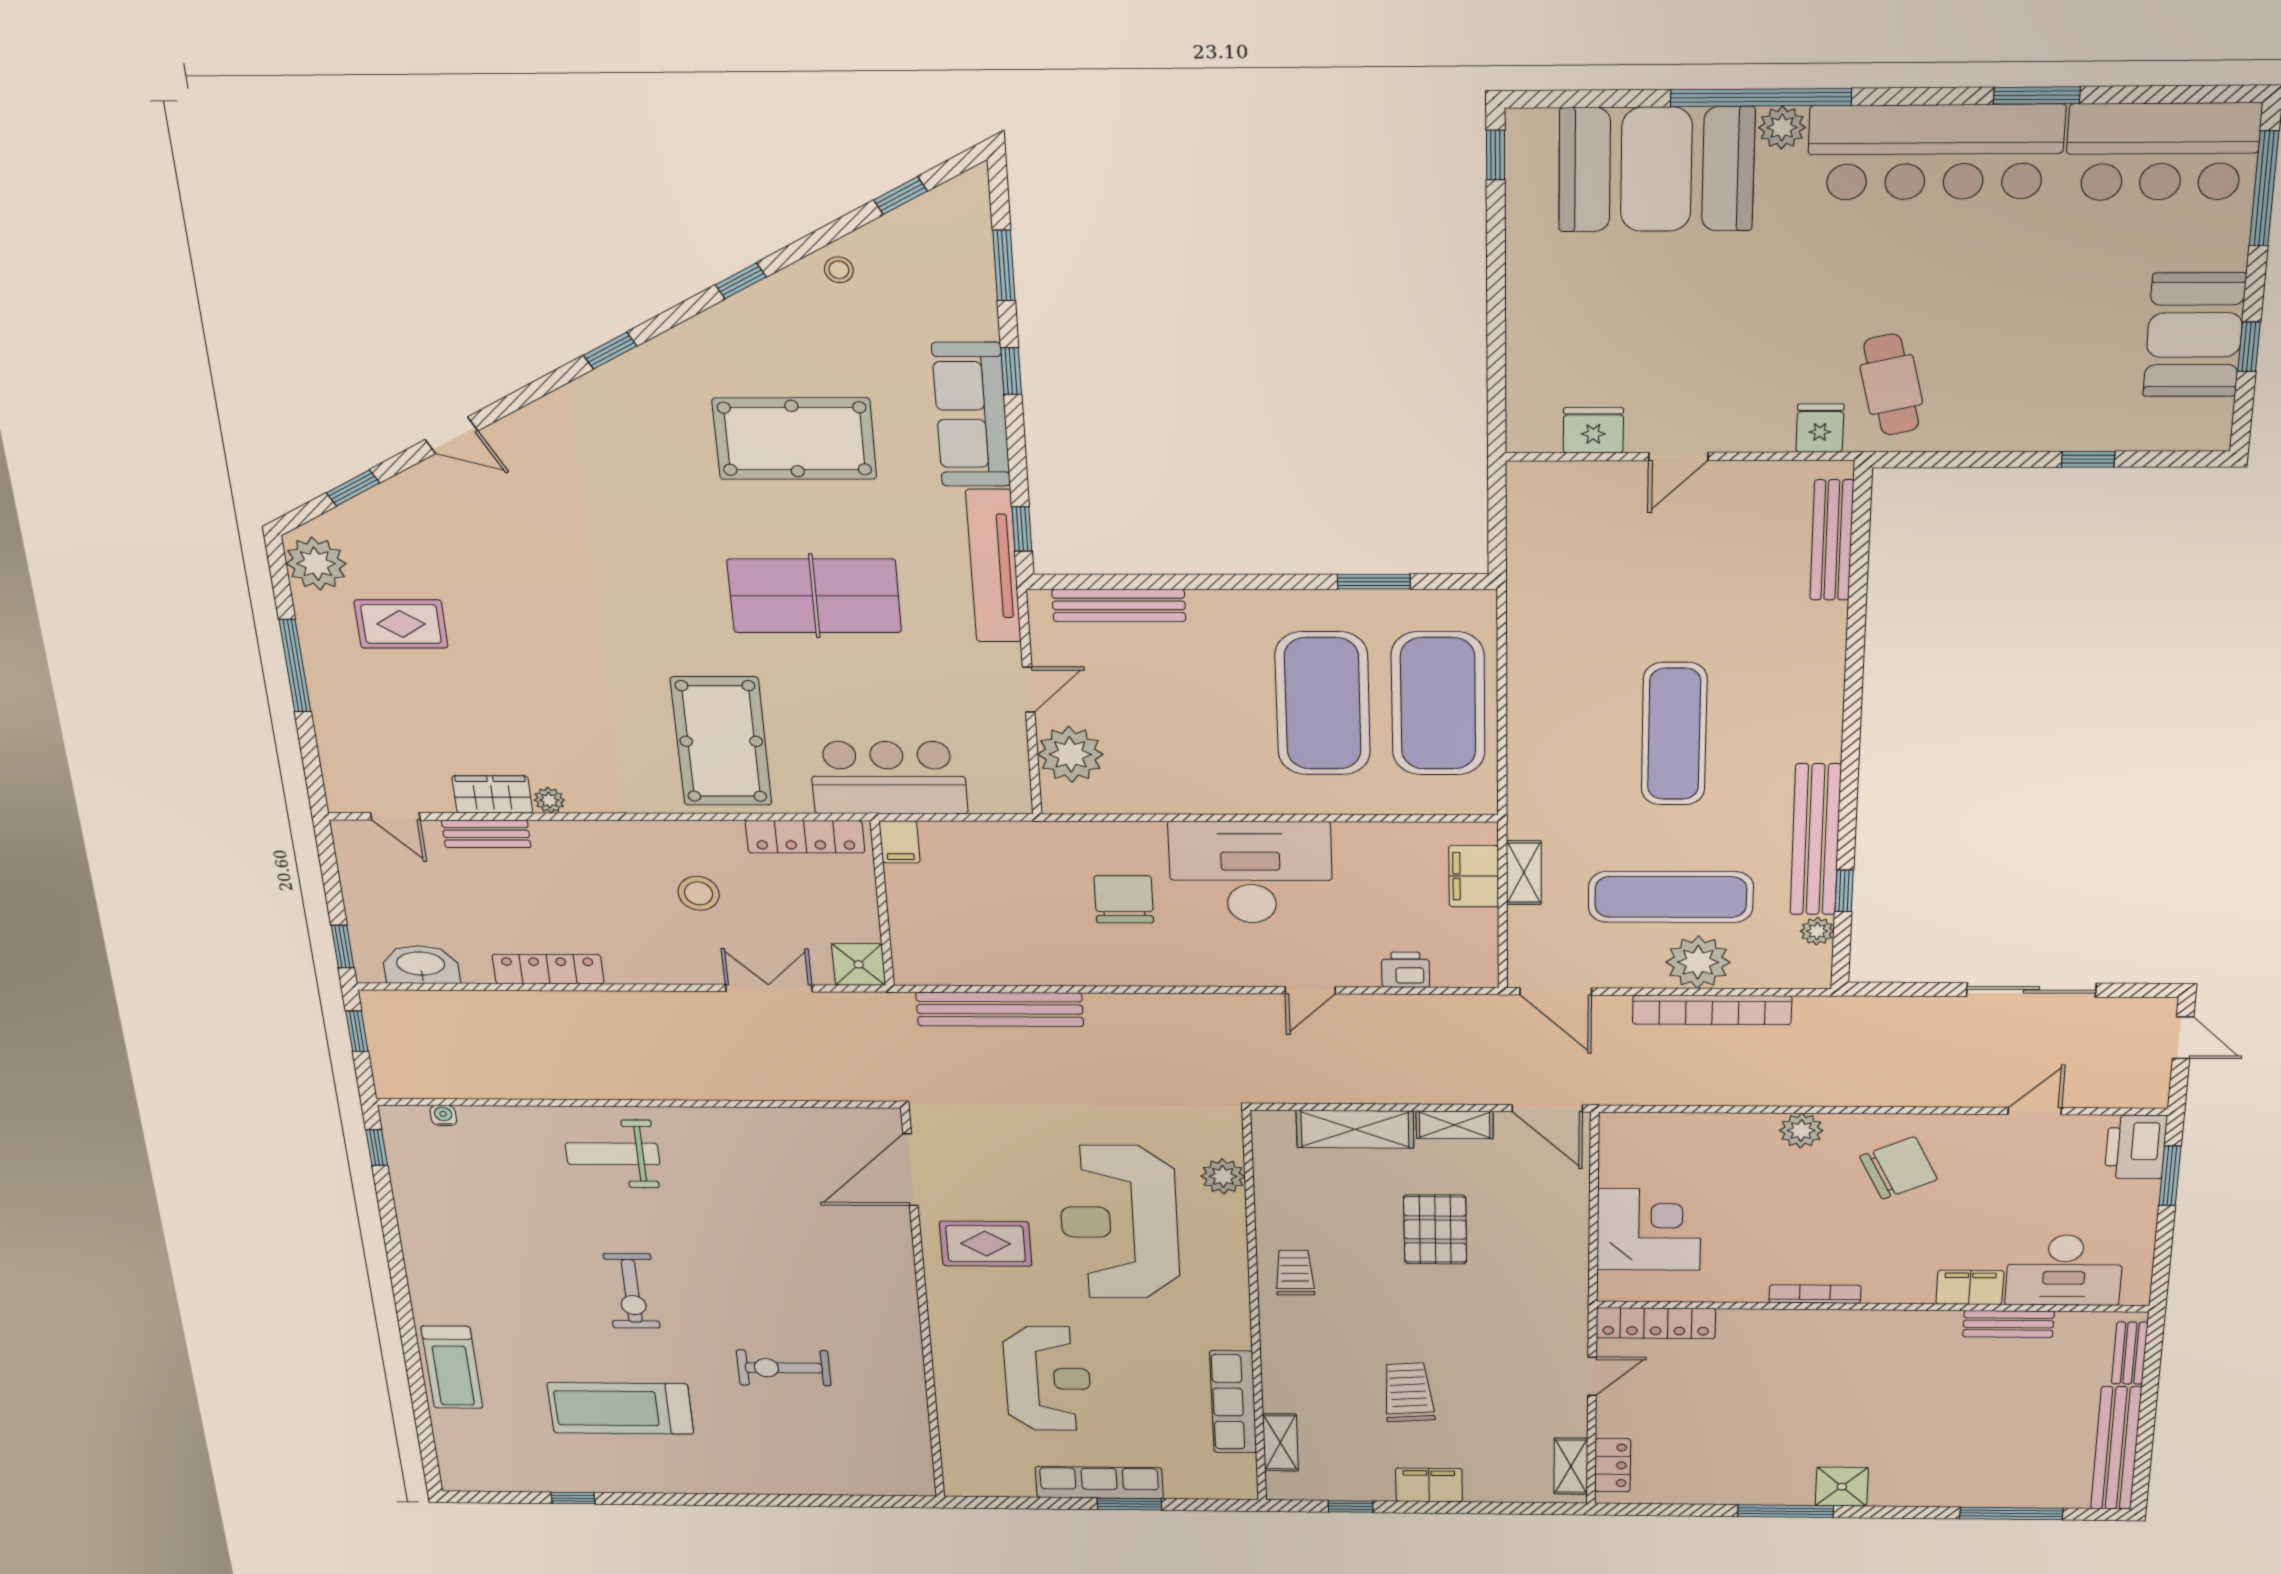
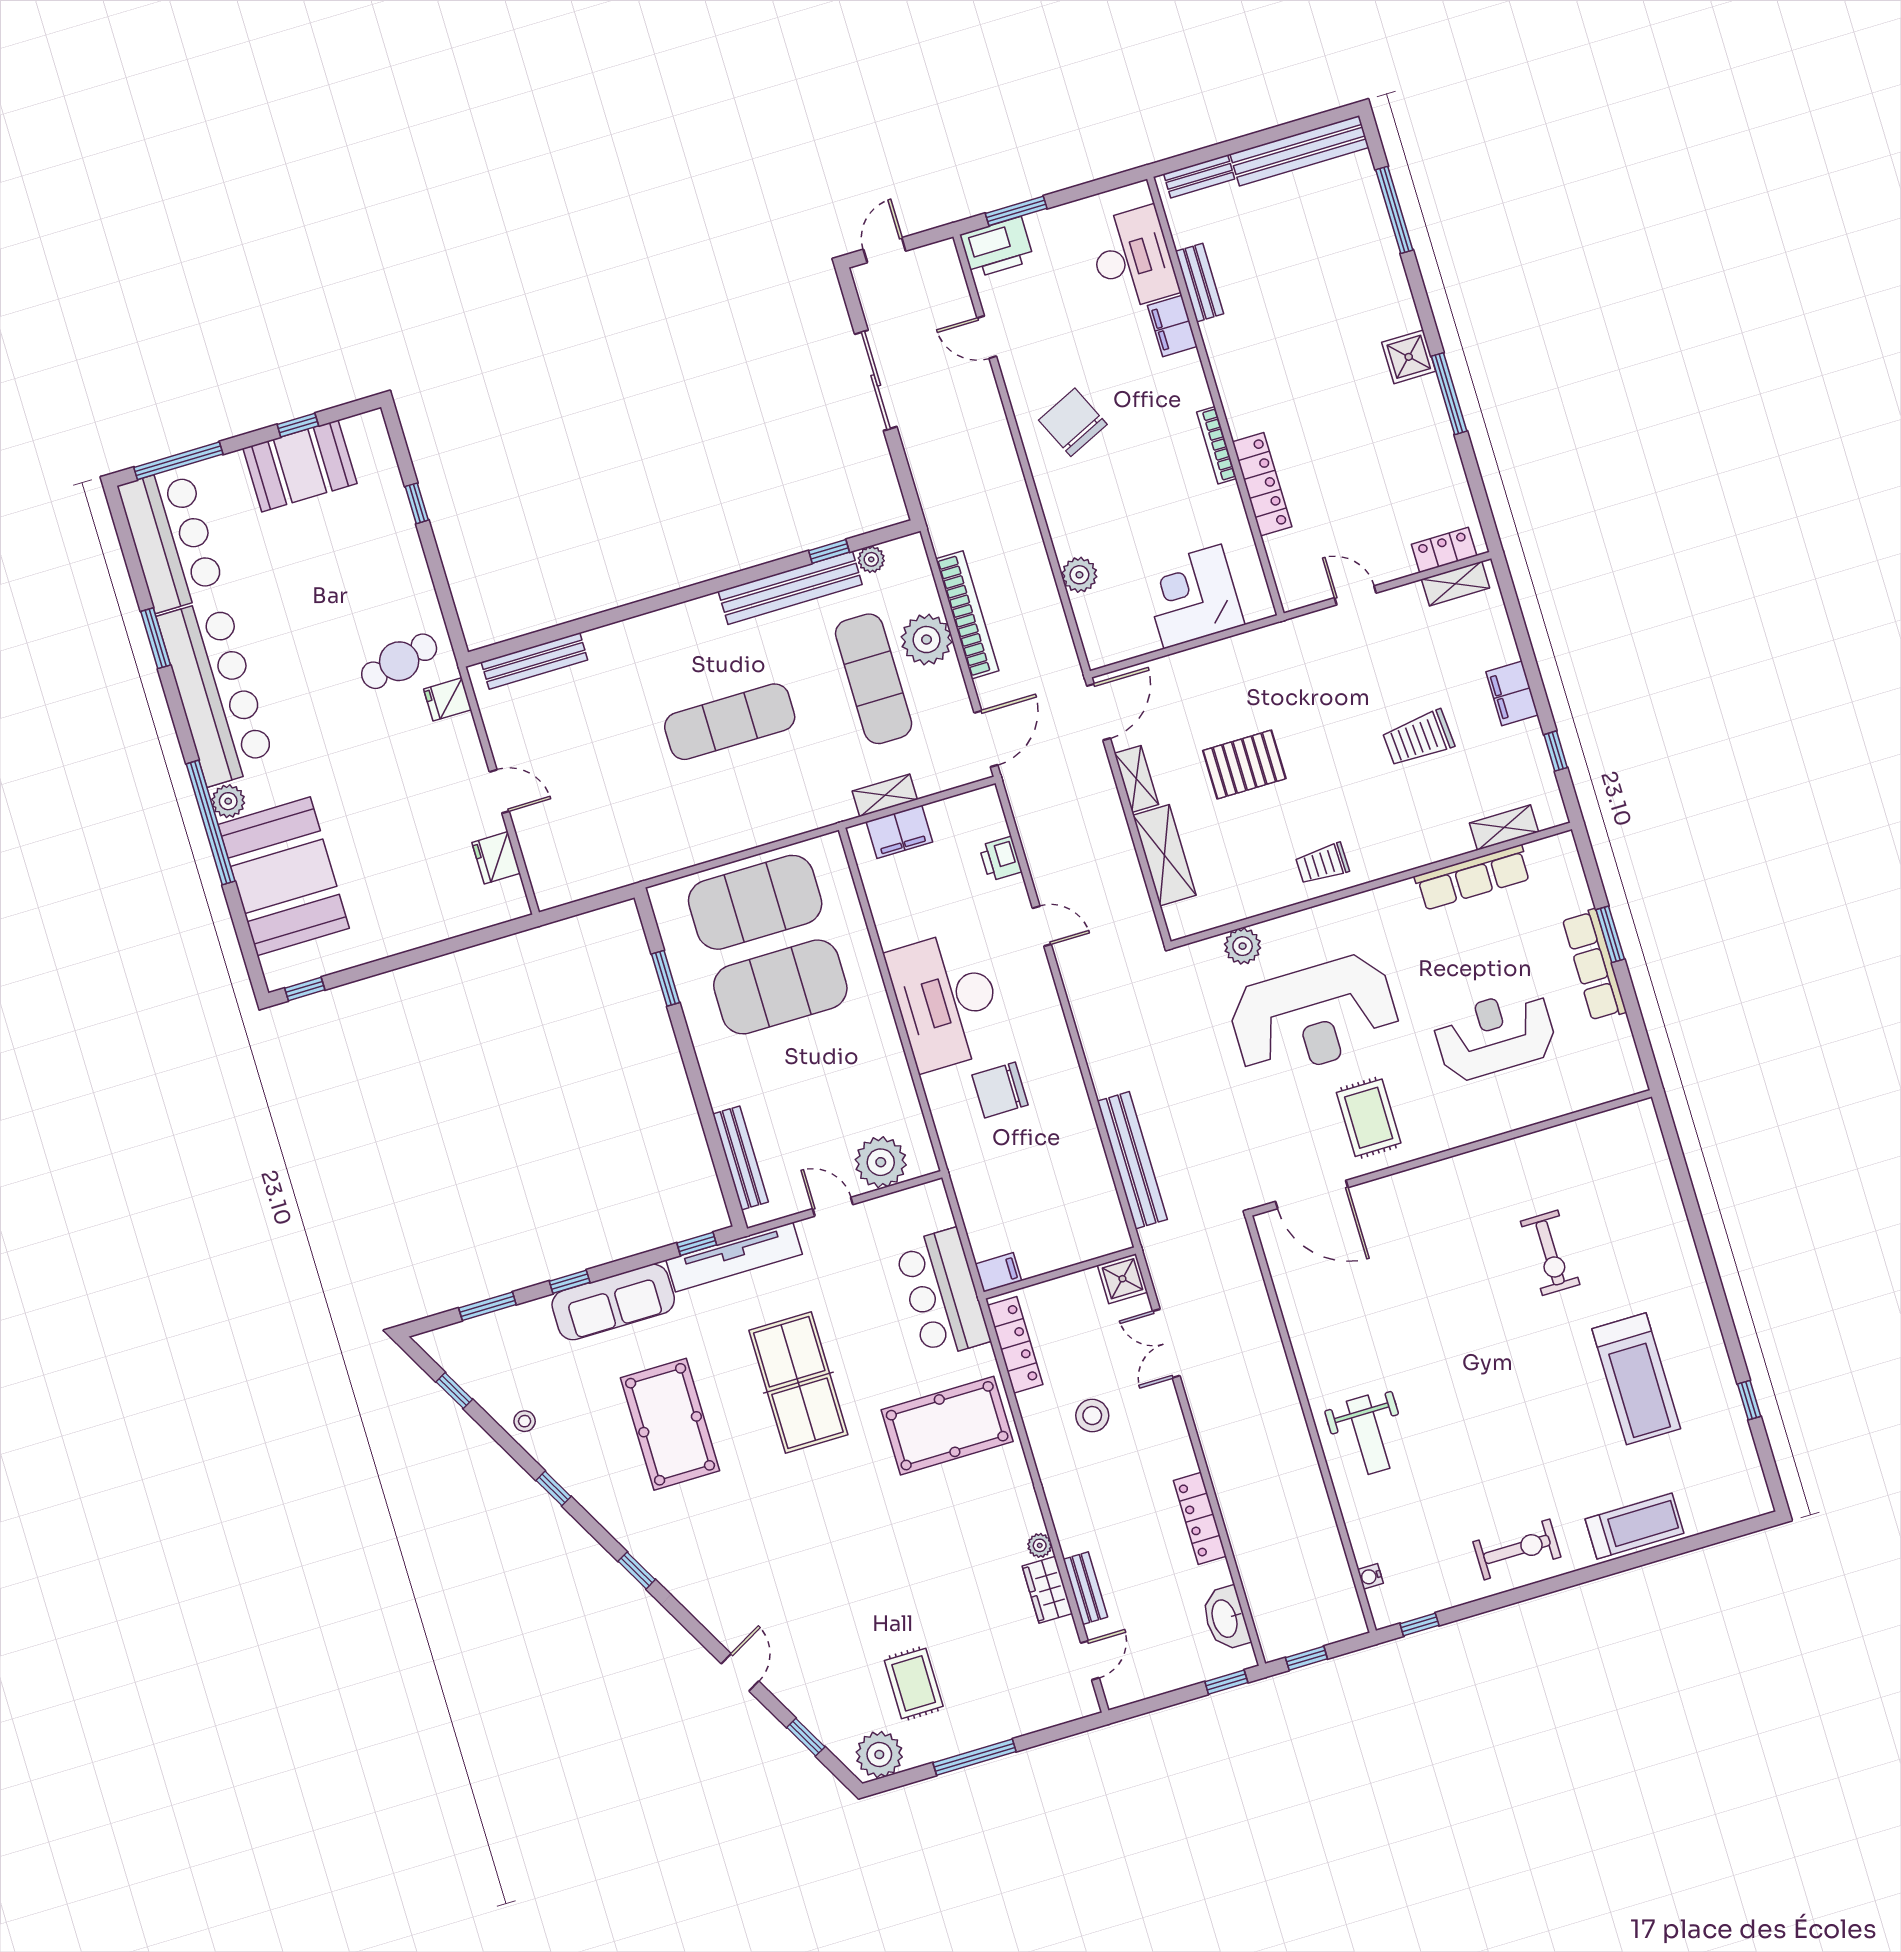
plant: (1801, 1131) -> (1079, 575), moved
exercise bike: (632, 1291) -> (1517, 1549), moved
locker: (1656, 1323) -> (1262, 484), moved

